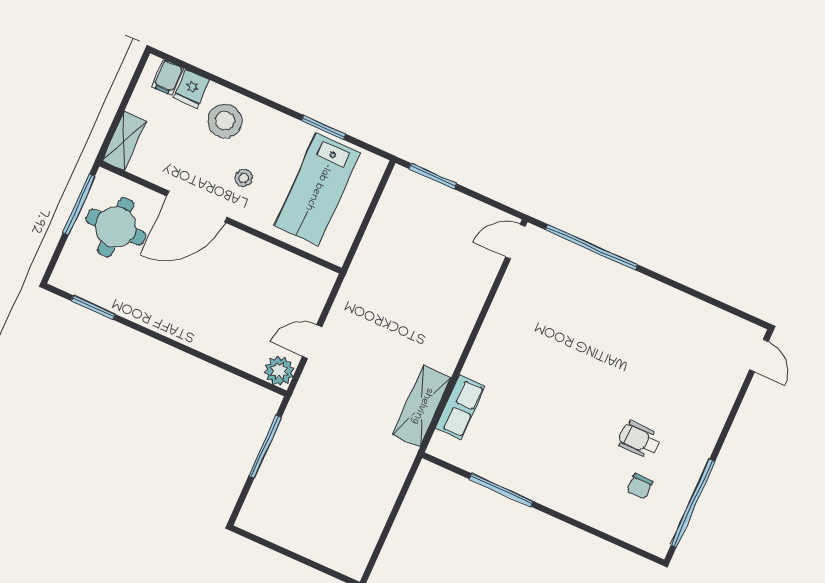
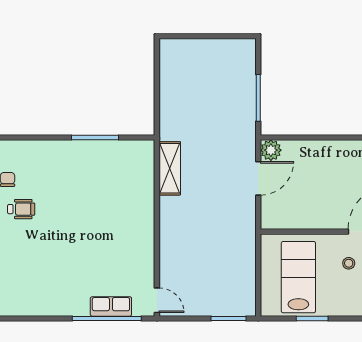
door: (515, 242) -> (157, 300), hinge flipped
door: (312, 342) -> (258, 178), width x1.38
row of seats: (460, 407) -> (111, 306), moved, turned 90

